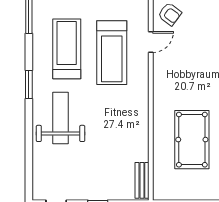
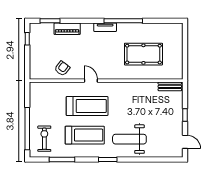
door: (151, 42) -> (91, 81), moved
treadmill: (67, 49) -> (85, 135), turned 180

